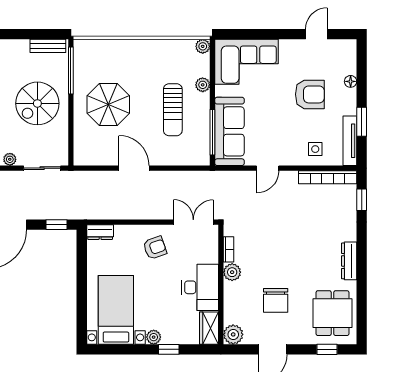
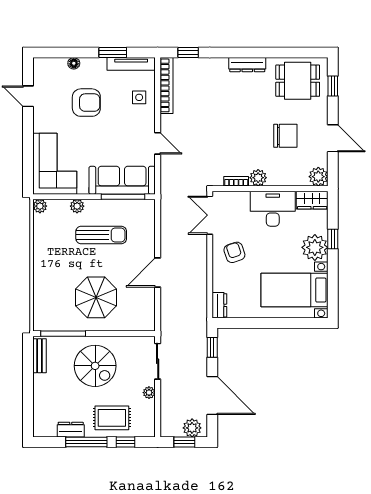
armchair: (310, 94) -> (86, 103), turned 90
plant: (154, 337) -> (315, 247), width x1.87, depth x1.87

